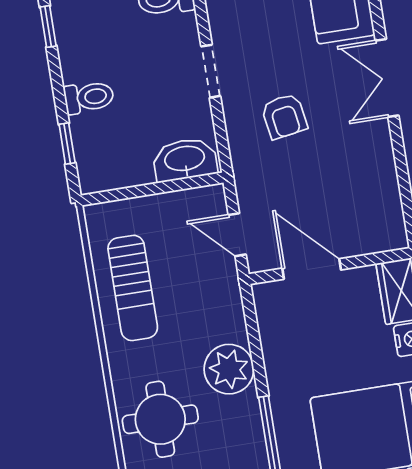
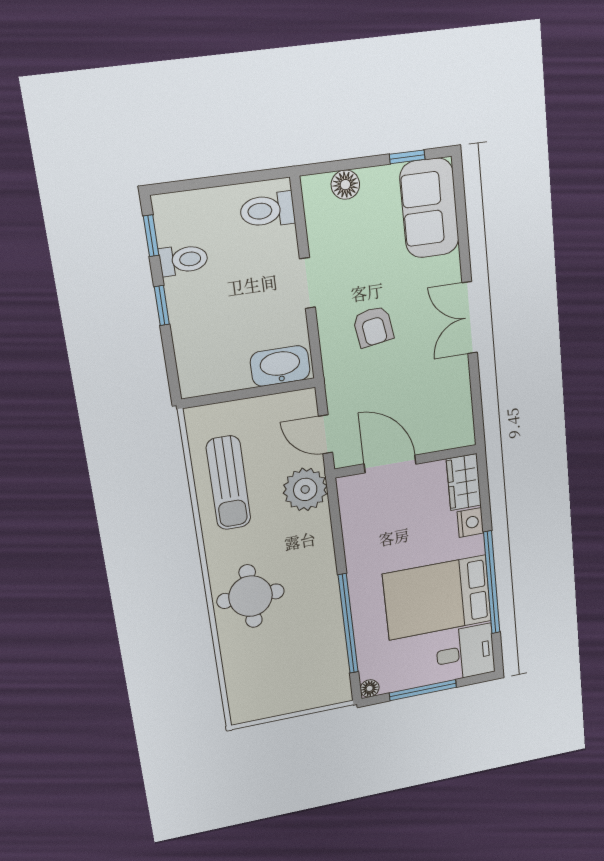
double door: (387, 78) -> (470, 318), moved
toilet: (89, 97) -> (184, 260), moved
window: (67, 144) -> (162, 305), moved
plant: (229, 369) -> (305, 489), moved

